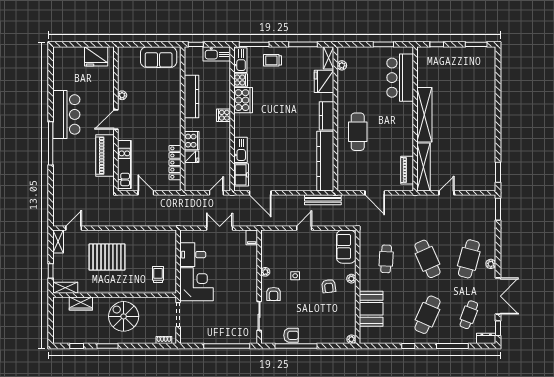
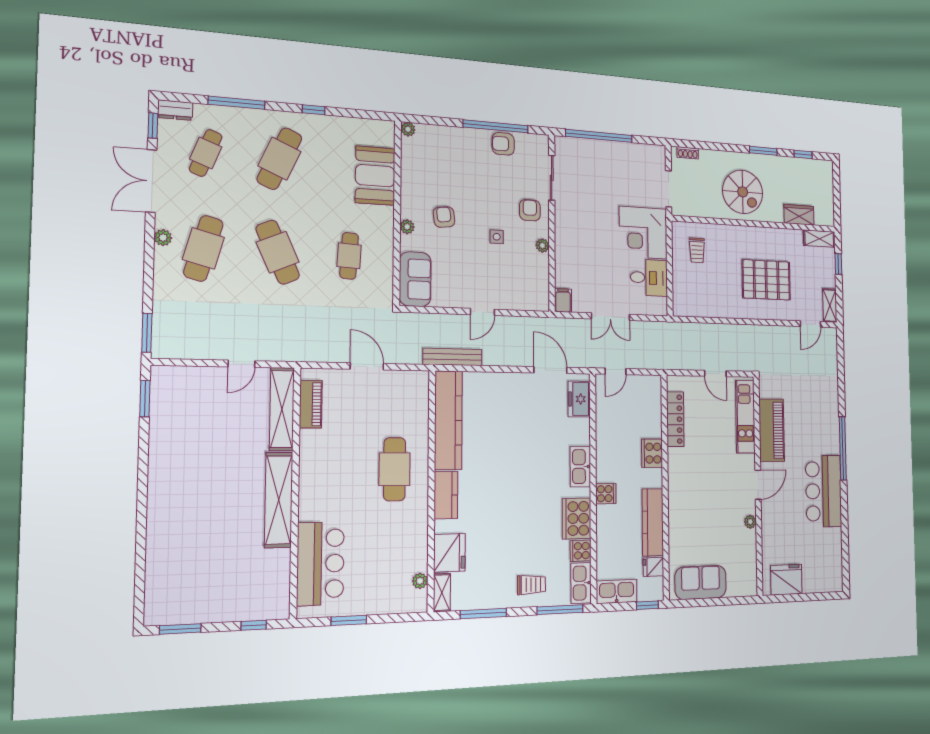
kitchen sink: (240, 150) -> (580, 467), moved
fridge: (191, 157) -> (653, 567), moved

